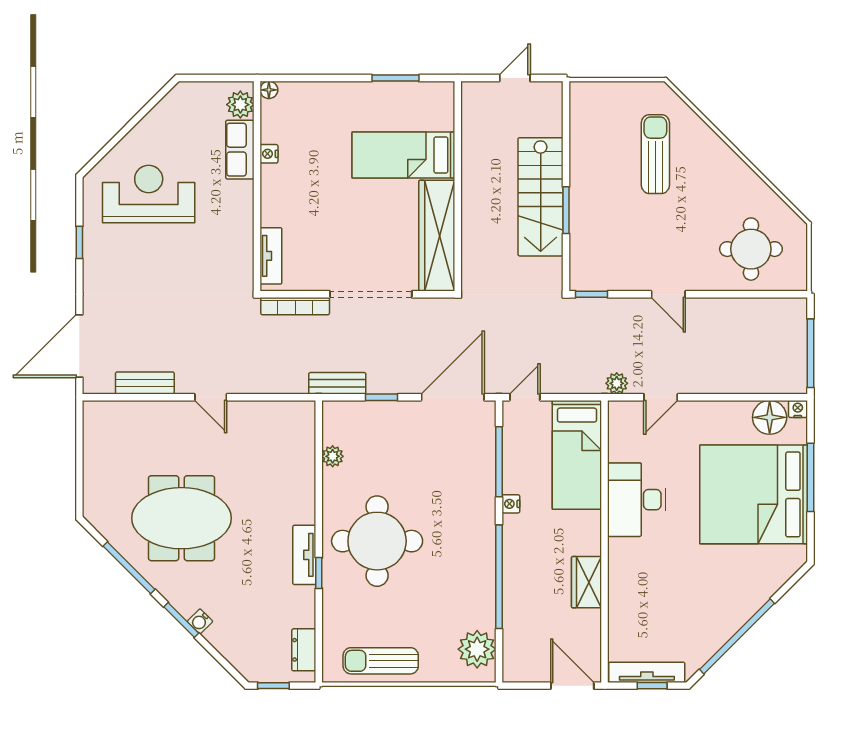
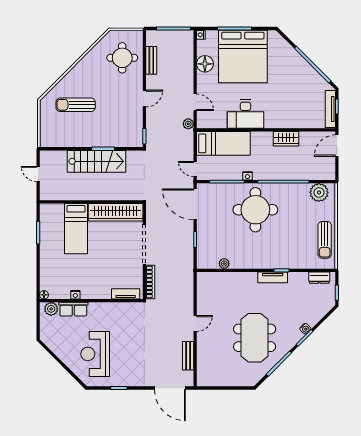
bench: (337, 383) -> (151, 60), moved
floor lamp: (770, 417) -> (205, 64), moved
round table: (377, 541) -> (255, 210), moved

